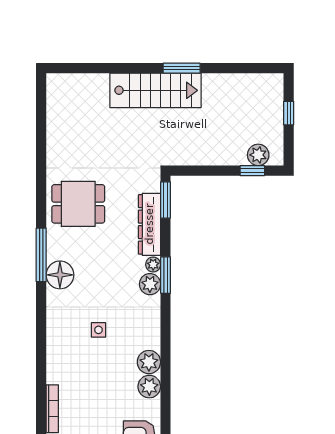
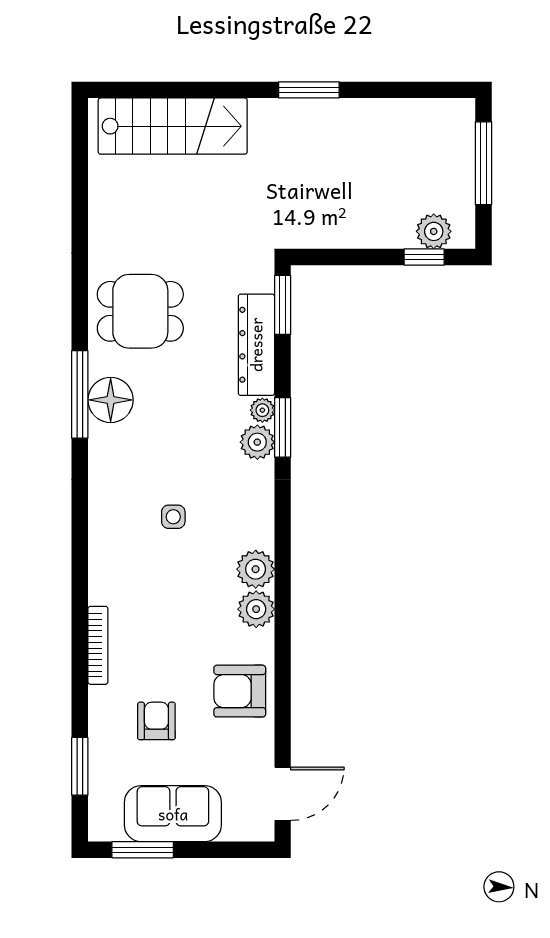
stairs: (155, 90) -> (173, 126), moved
window: (289, 113) -> (483, 163), width x2.17
floor lamp: (60, 275) -> (111, 400), moved

